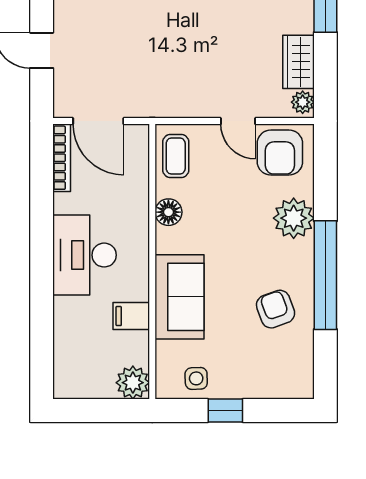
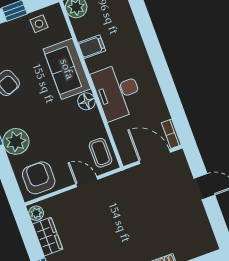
door: (238, 121) -> (87, 182), moved
bookcase: (62, 158) -> (171, 134), width x0.64
floor lamp: (168, 212) -> (86, 101), moved
desk: (85, 255) -> (117, 91), moved, turned 180

